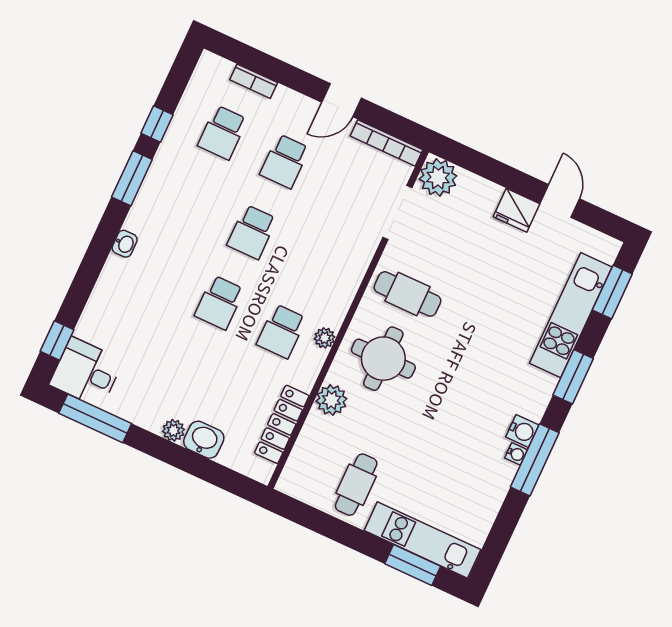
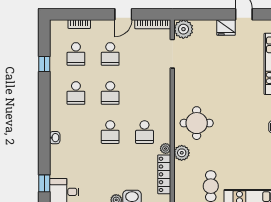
window: (132, 178) -> (44, 94), removed
school desk: (190, 203) -> (76, 93), added
washbasin: (125, 244) -> (55, 138), moved
cafe table: (407, 294) -> (194, 89), removed
plant: (325, 338) -> (166, 149), moved

